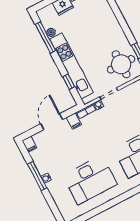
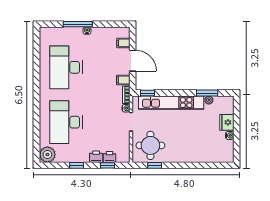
window: (45, 37) -> (207, 93), width x0.69
window: (69, 82) -> (147, 93), moved
filing cabinet: (29, 144) -> (123, 43), moved
window: (37, 176) -> (78, 24), moved

